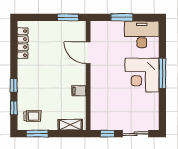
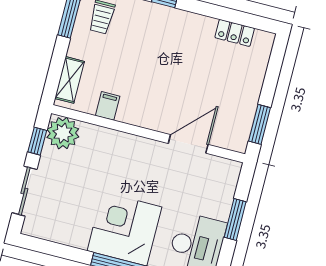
locker: (23, 43) -> (235, 33), width x0.66
filing cabinet: (79, 91) -> (108, 106), moved
plant: (100, 121) -> (63, 133), added

